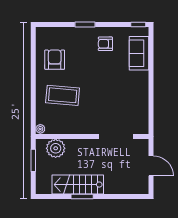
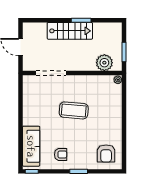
sofa: (139, 53) -> (31, 146), width x1.36
armchair: (55, 60) -> (106, 153), moved
coffee table: (63, 95) -> (74, 110), moved
stairs: (78, 185) -> (70, 31), moved

